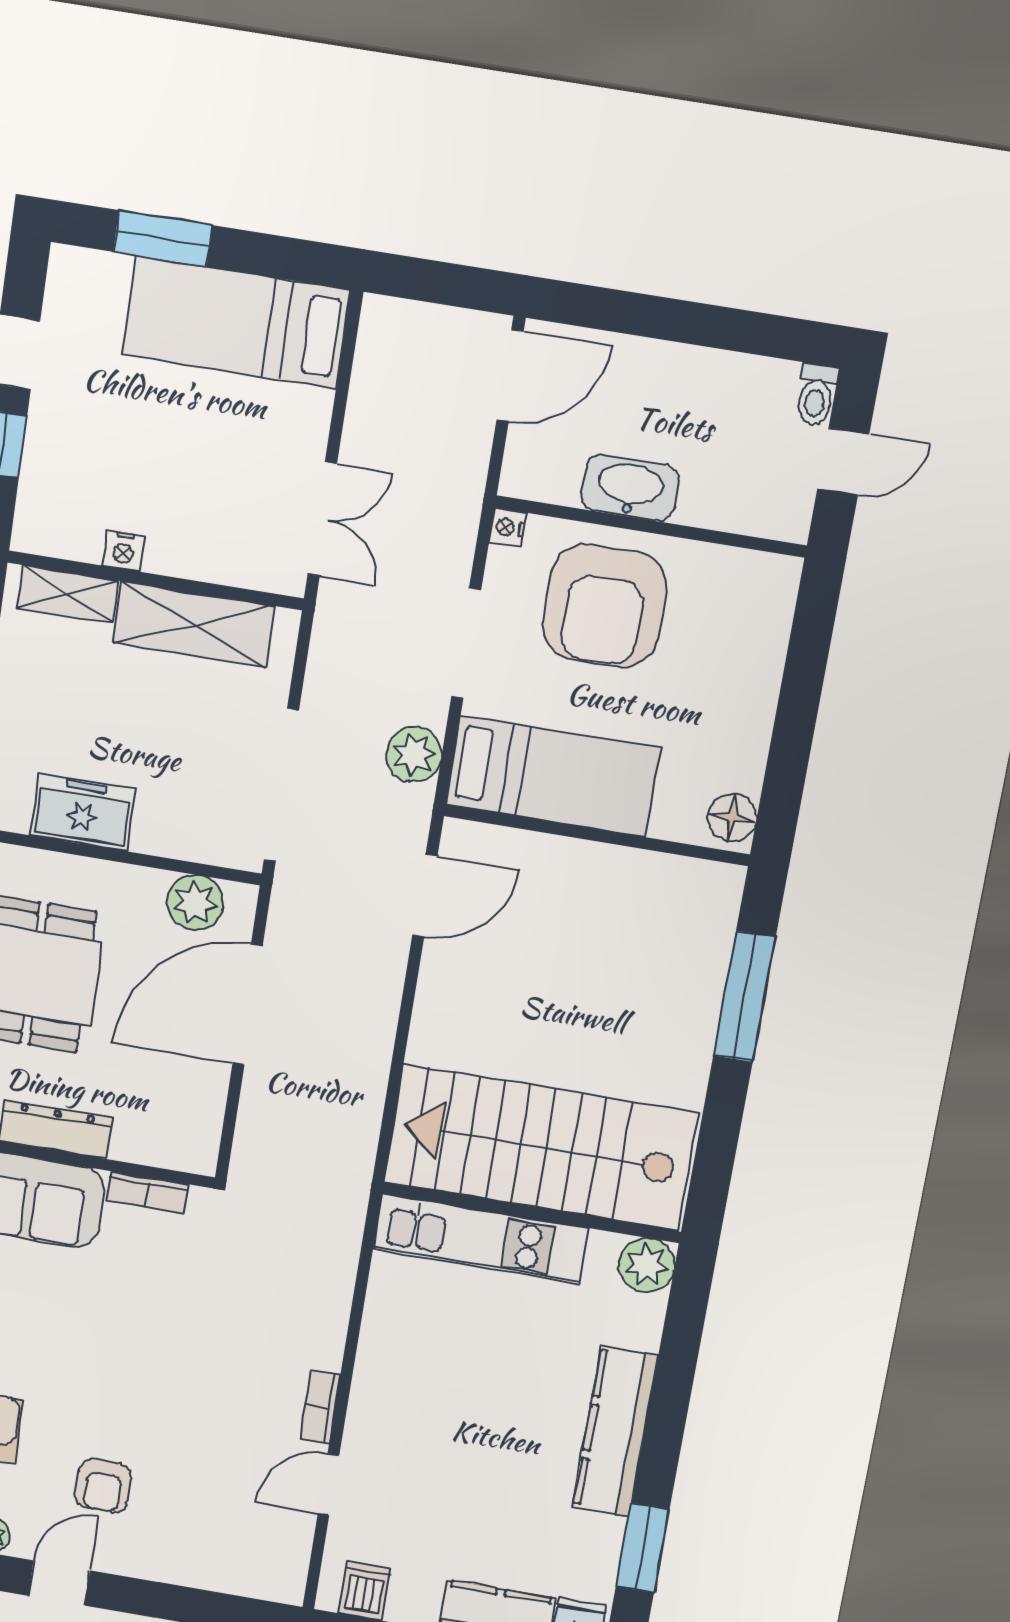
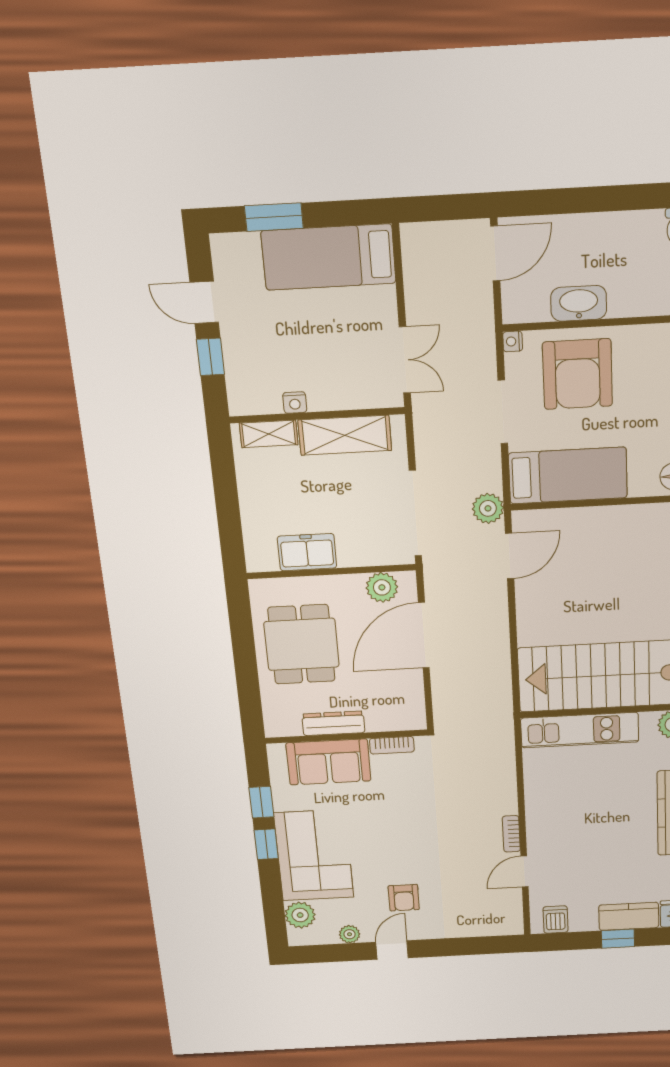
plant: (414, 754) -> (488, 508), moved

